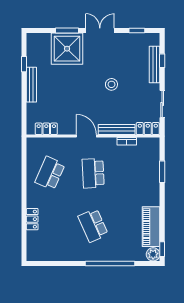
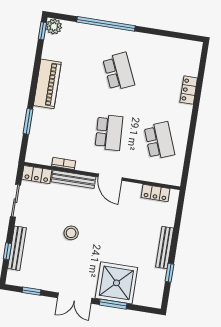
school desk: (50, 173) -> (159, 141), turned -45
piano: (151, 227) -> (47, 84), moved

